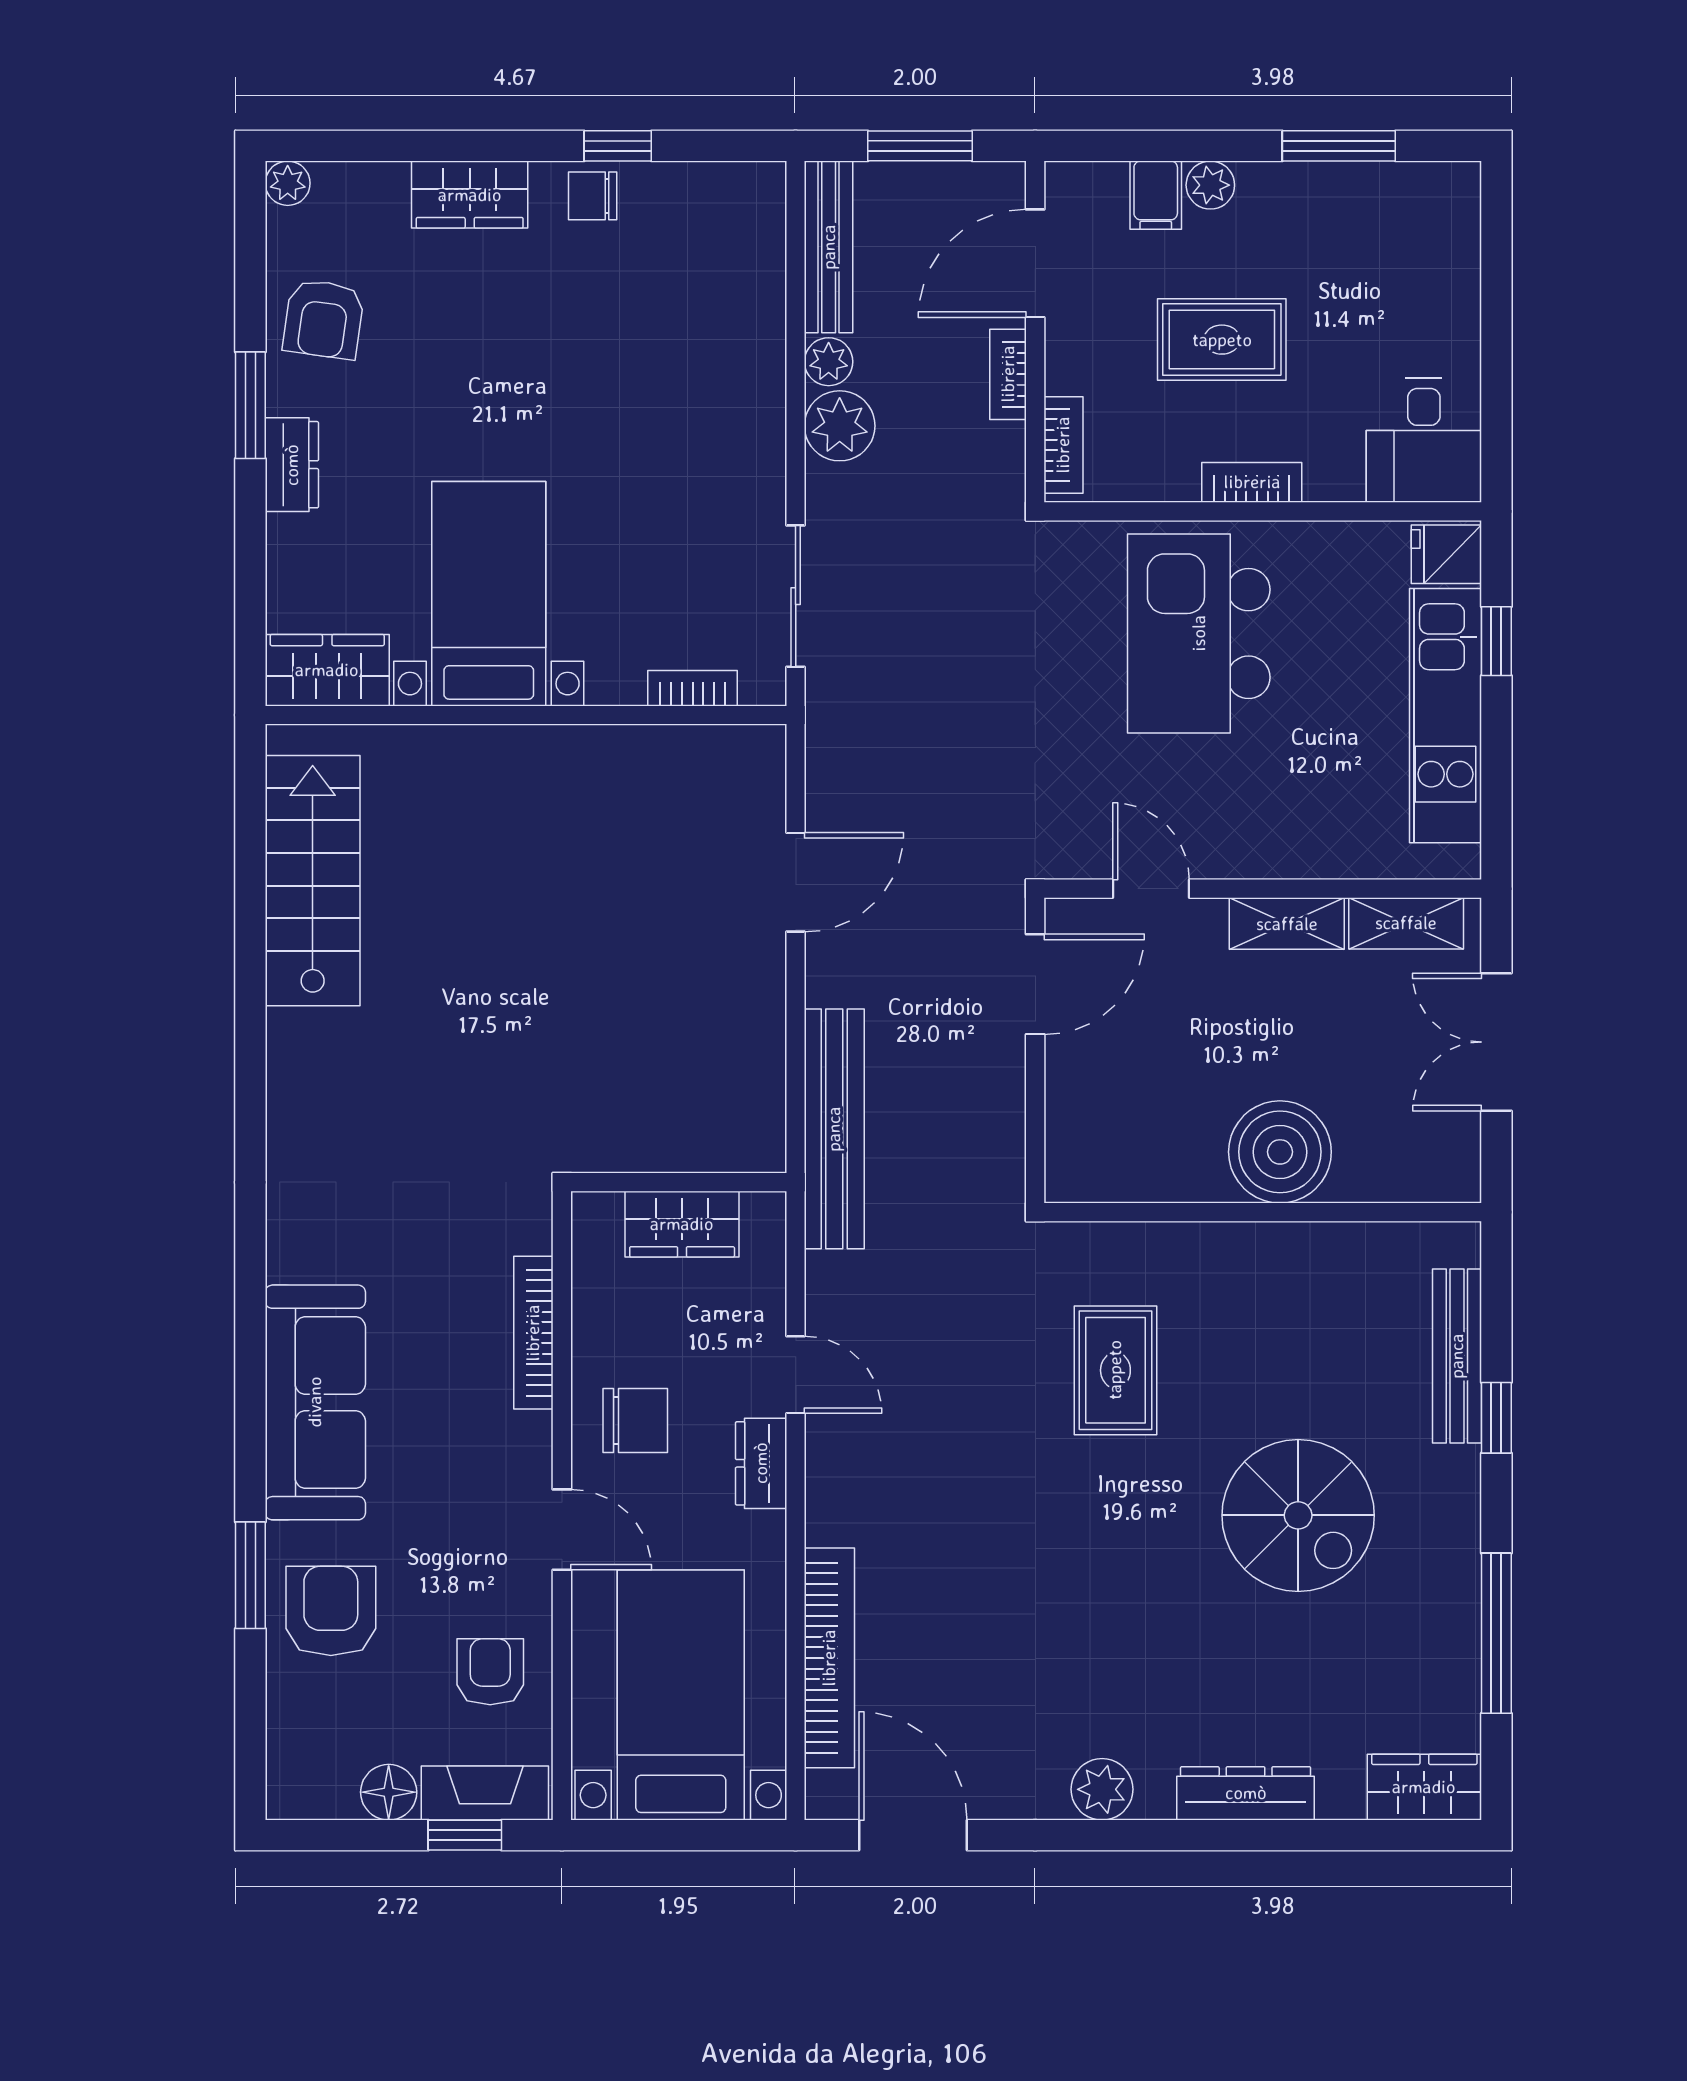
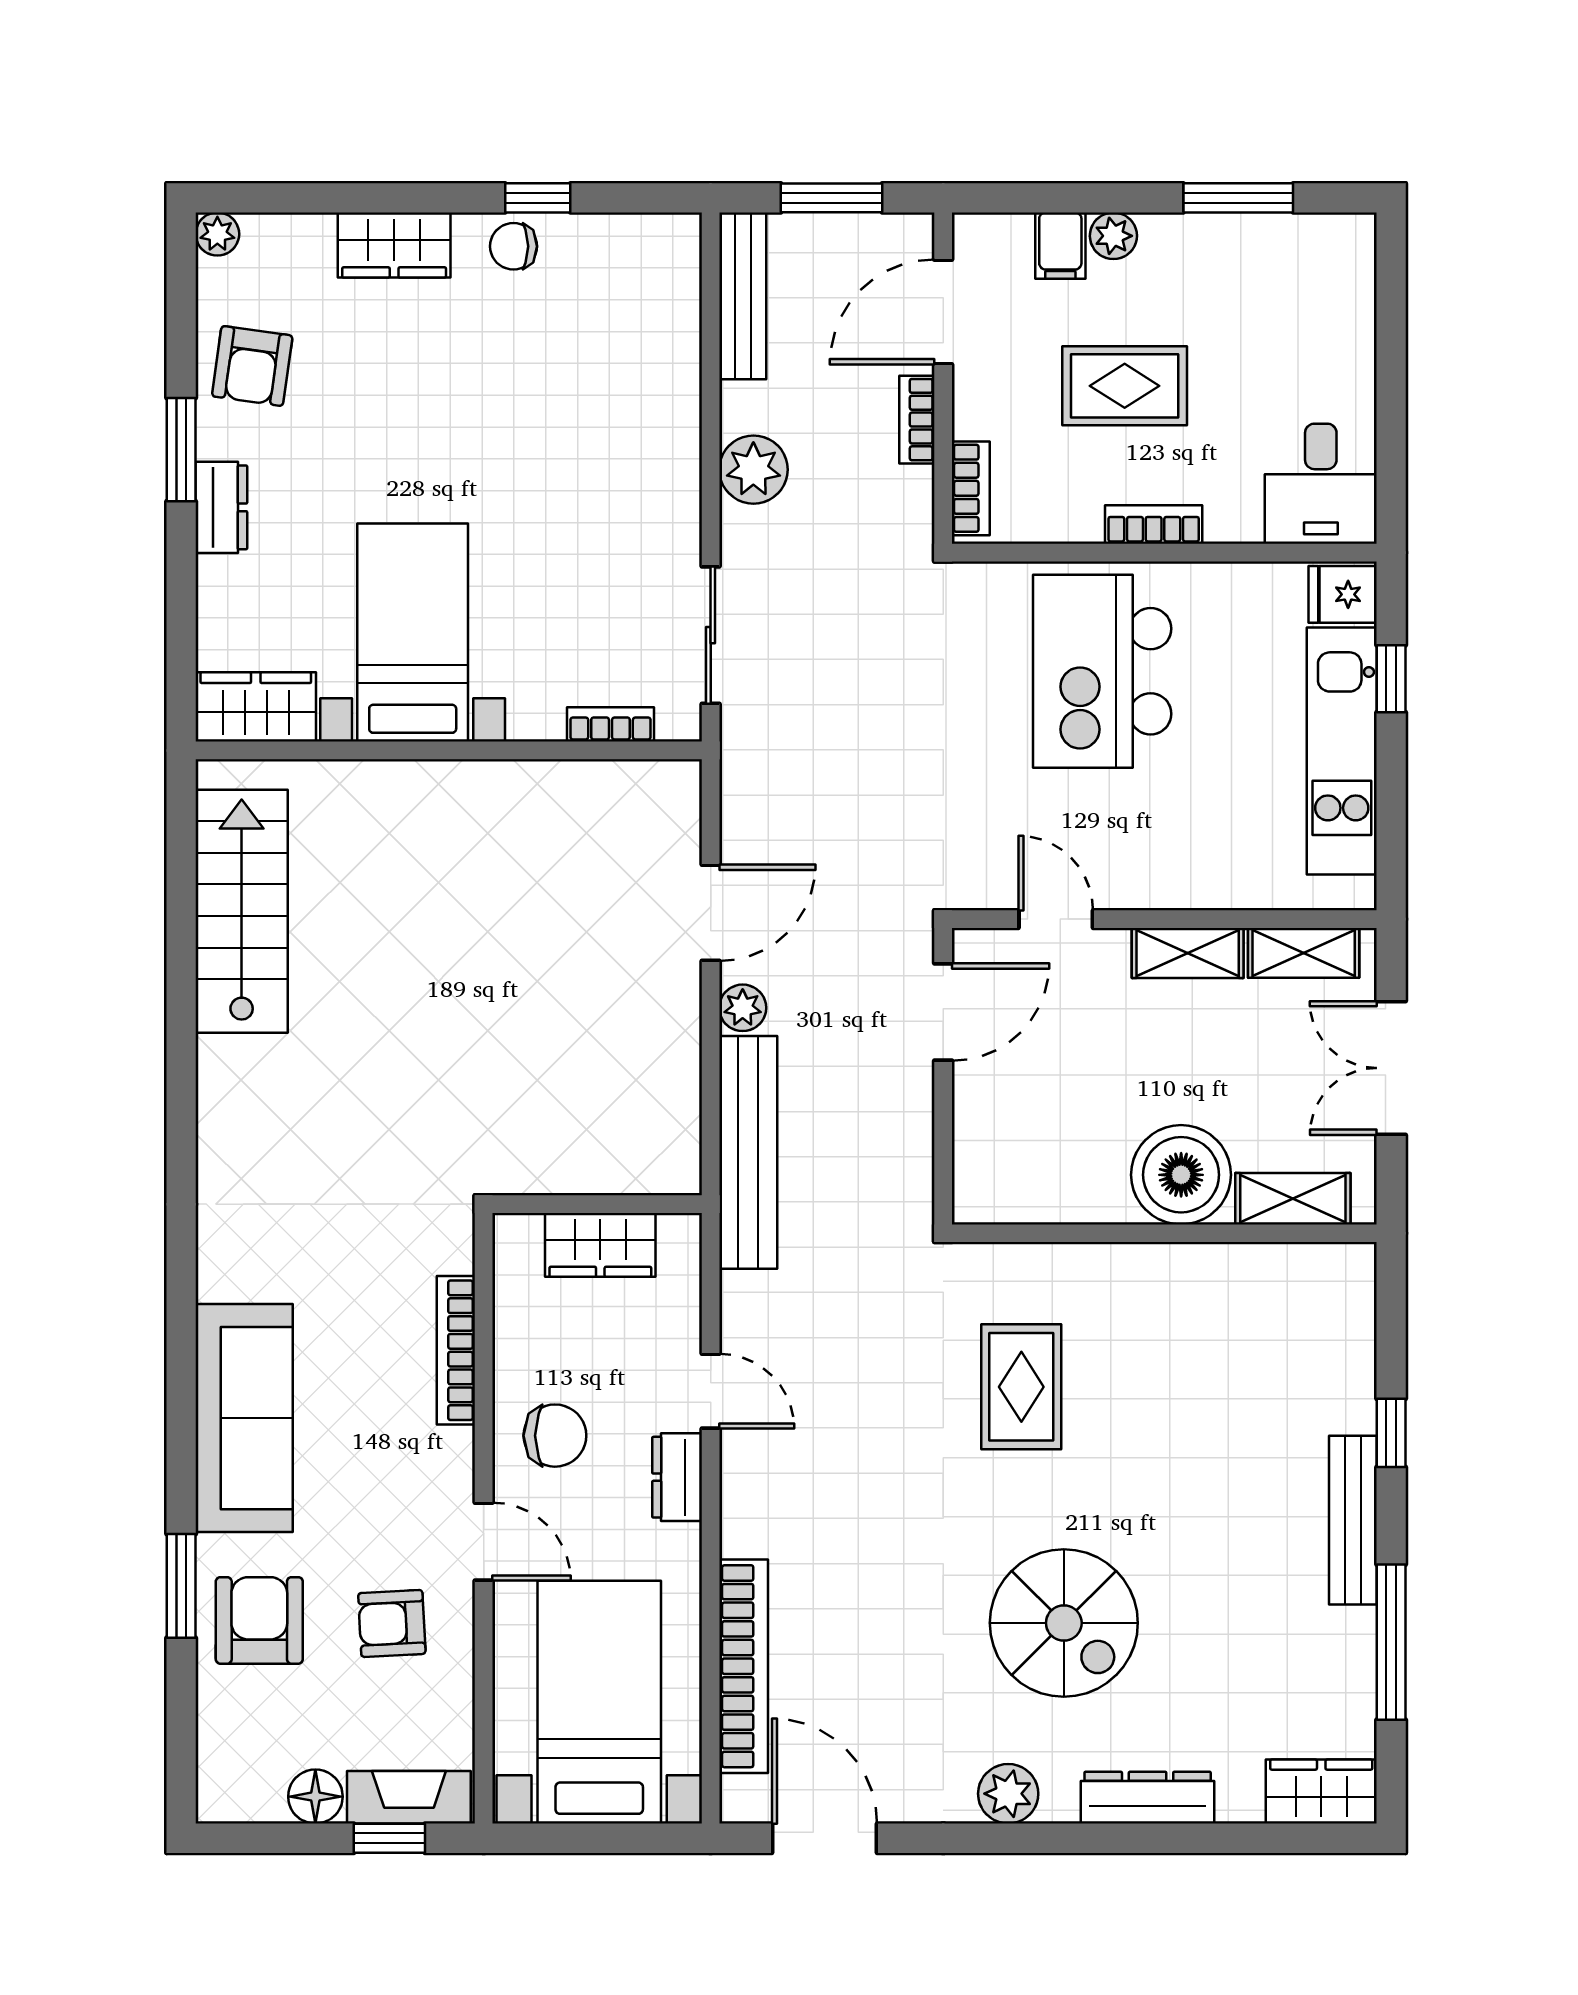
plant: (829, 362) -> (743, 1008), moved
shelving: (1395, 1177) -> (1293, 1199), added
bench: (1457, 1356) -> (1353, 1520), moved
spiral stairs: (1298, 1515) -> (1064, 1623), moved
armchair: (490, 1672) -> (392, 1623), moved, turned -93

